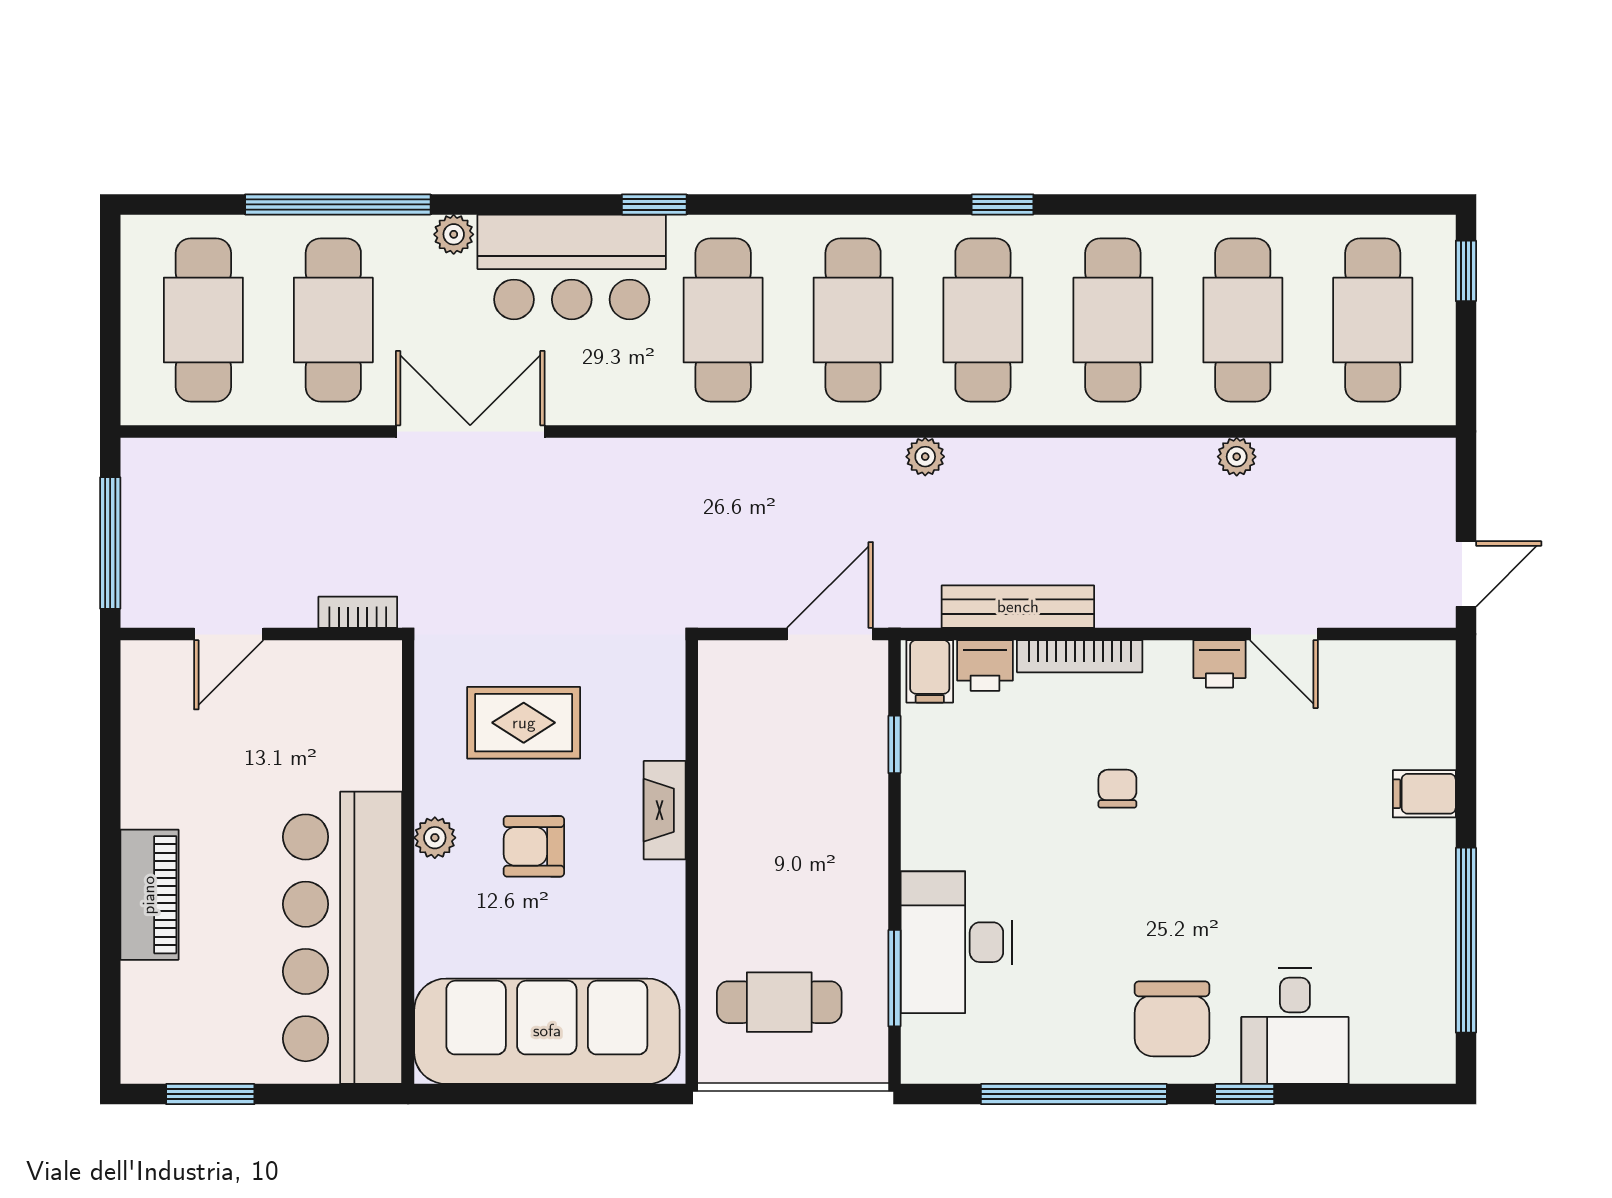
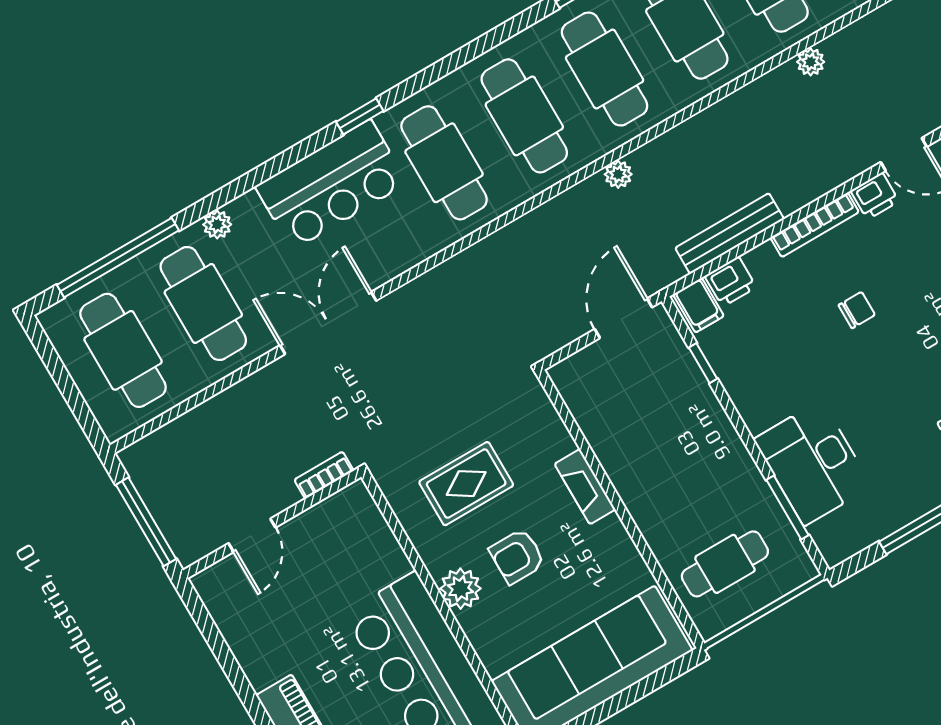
window: (338, 204) -> (118, 258), moved
plant: (454, 234) -> (217, 224), moved
bookcase: (1080, 656) -> (815, 225), moved
chair: (1117, 789) -> (857, 310), turned 90
plant: (435, 838) -> (460, 589), width x1.38, depth x1.38

